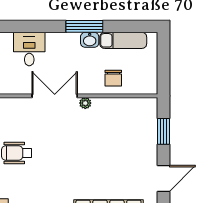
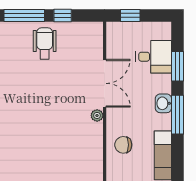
window: (38, 26) -> (177, 66), added
washbasin: (90, 40) -> (163, 103), moved

